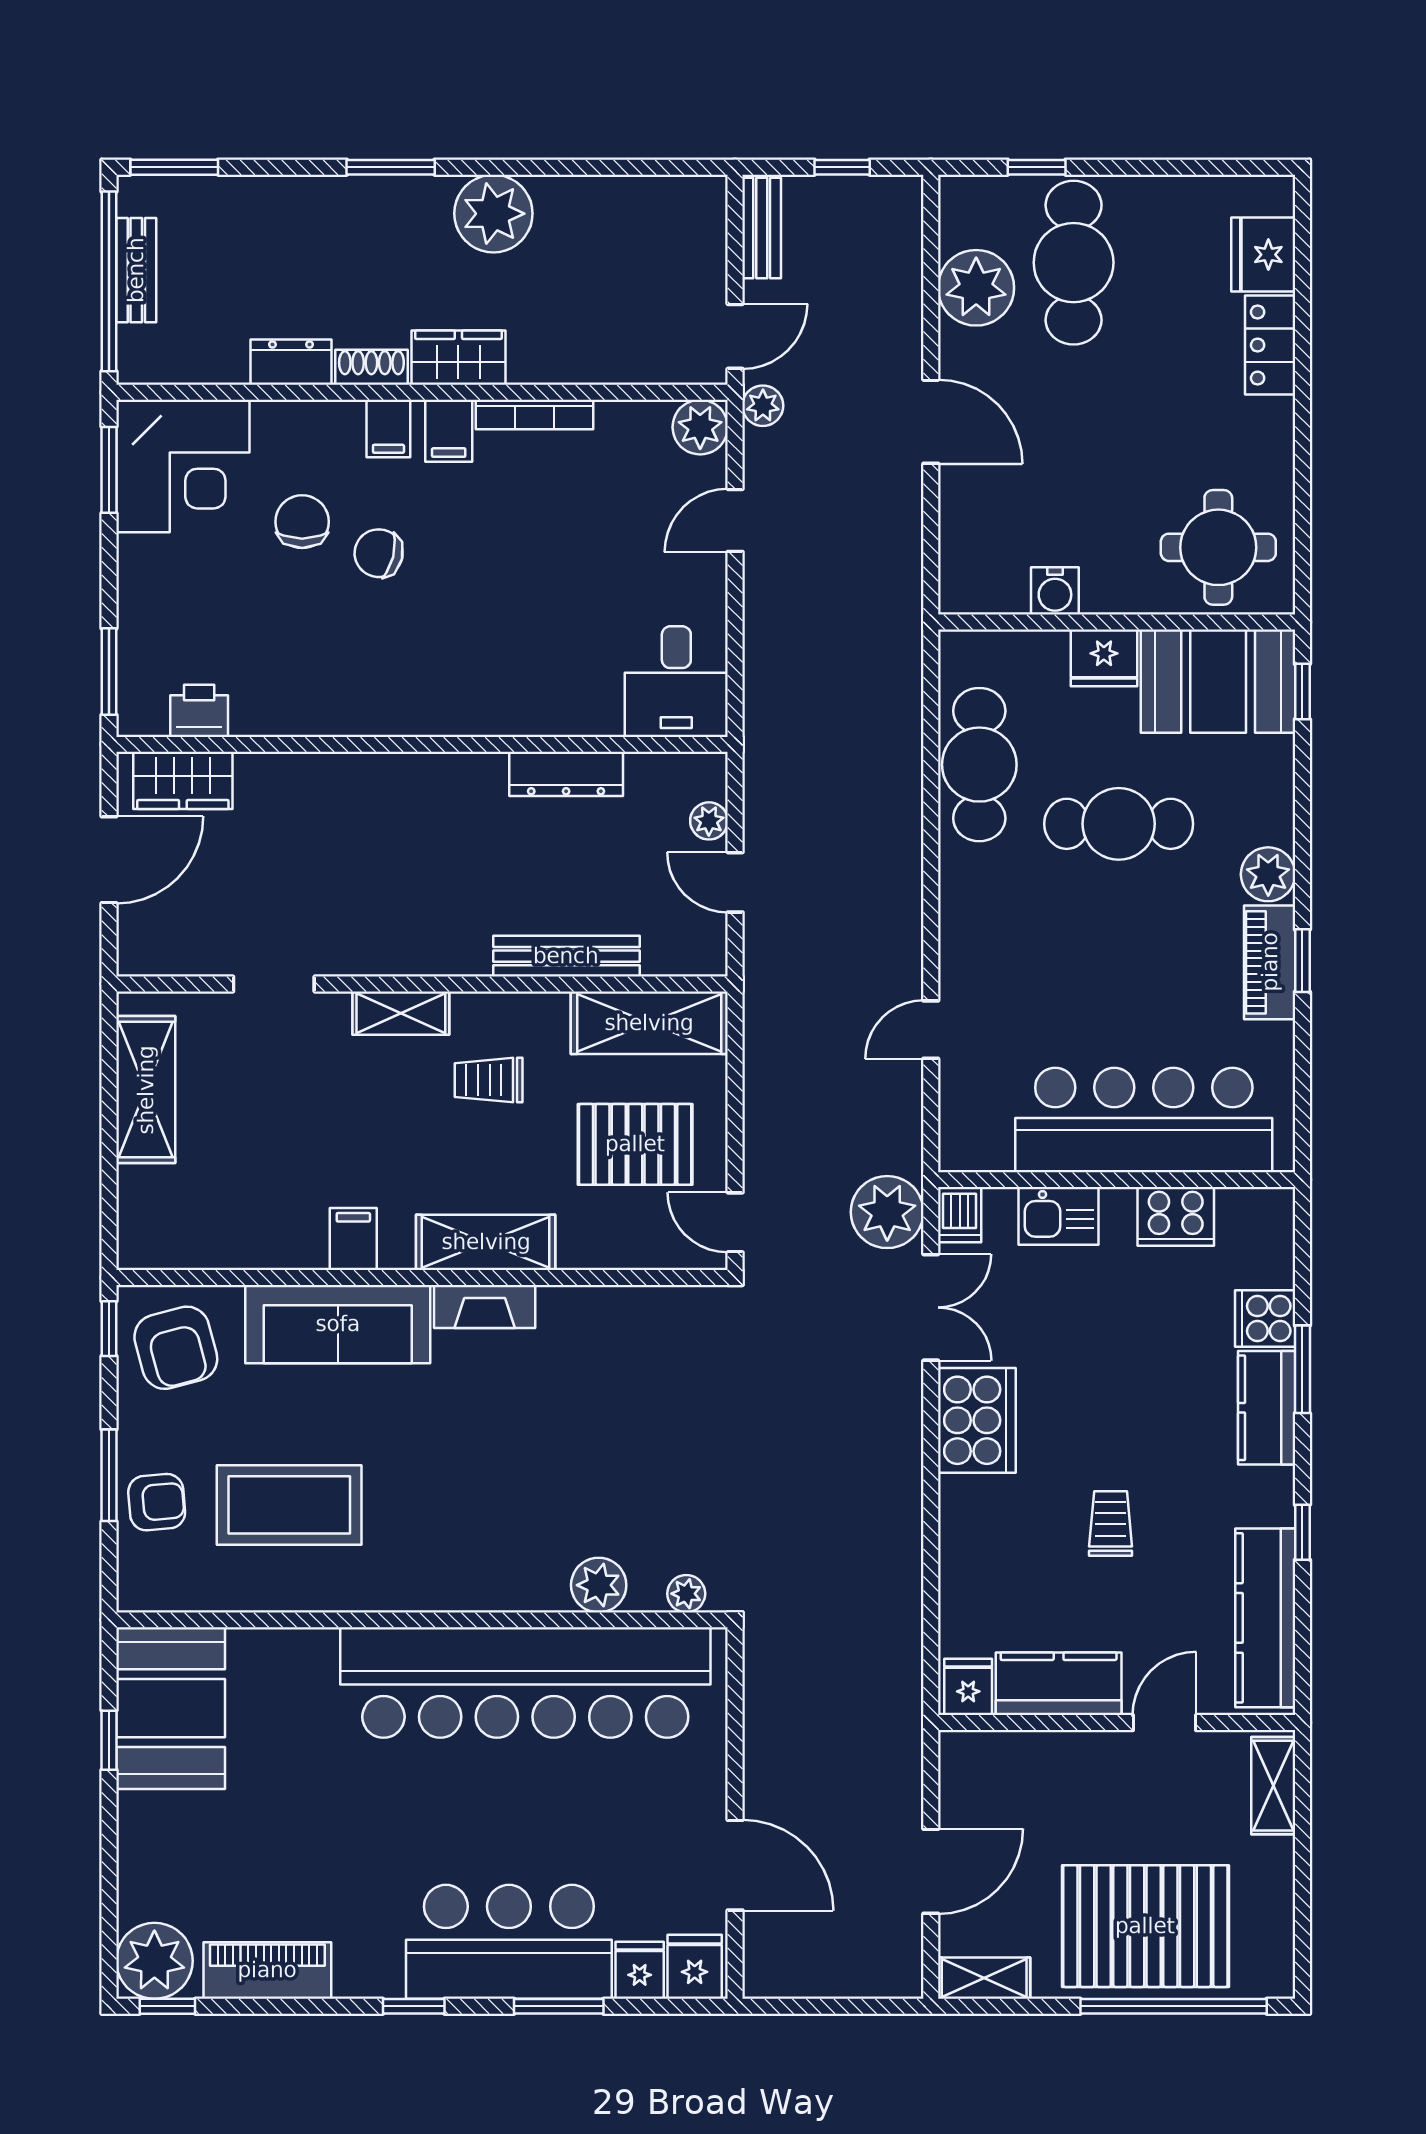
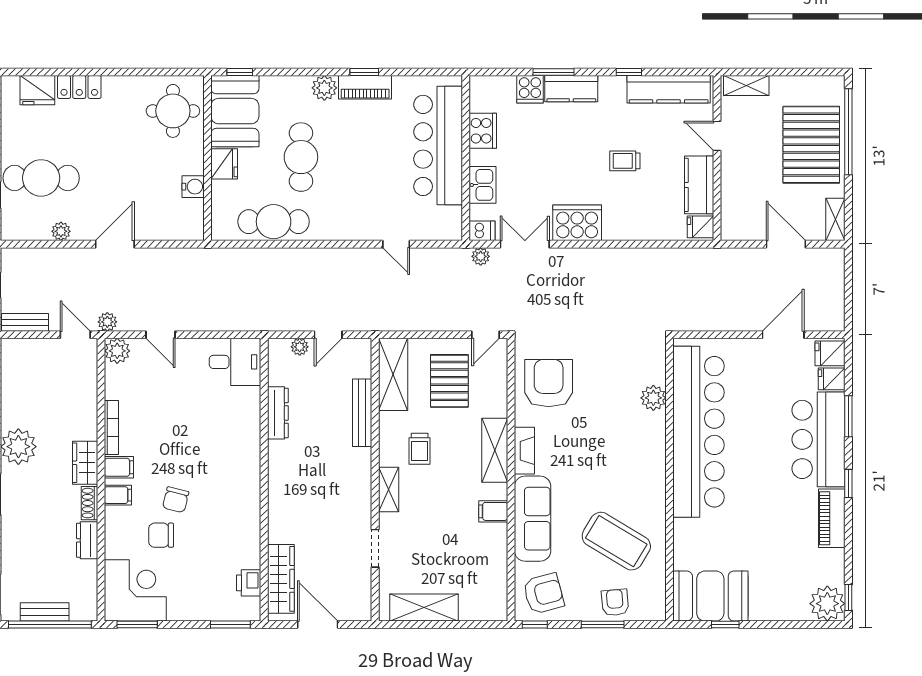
plant: (976, 288) -> (61, 231), width x0.53, depth x0.53
wardrobe: (183, 780) -> (281, 579), width x1.50
plant: (887, 1212) -> (481, 256), width x0.53, depth x0.53
armchair: (630, 1359) -> (549, 383), added
coffee table: (289, 1505) -> (616, 541), turned -59
plant: (686, 1594) -> (657, 357), removed
piano: (267, 1970) -> (832, 518), moved

